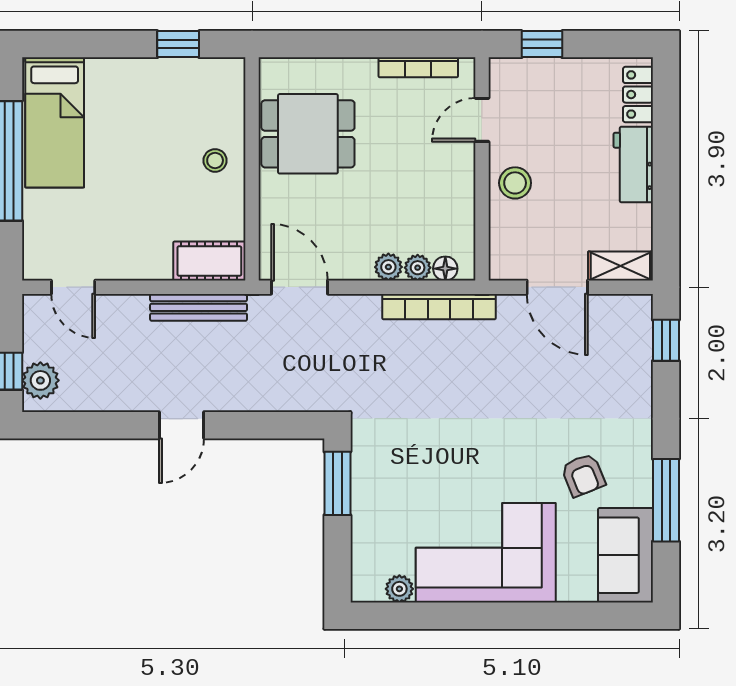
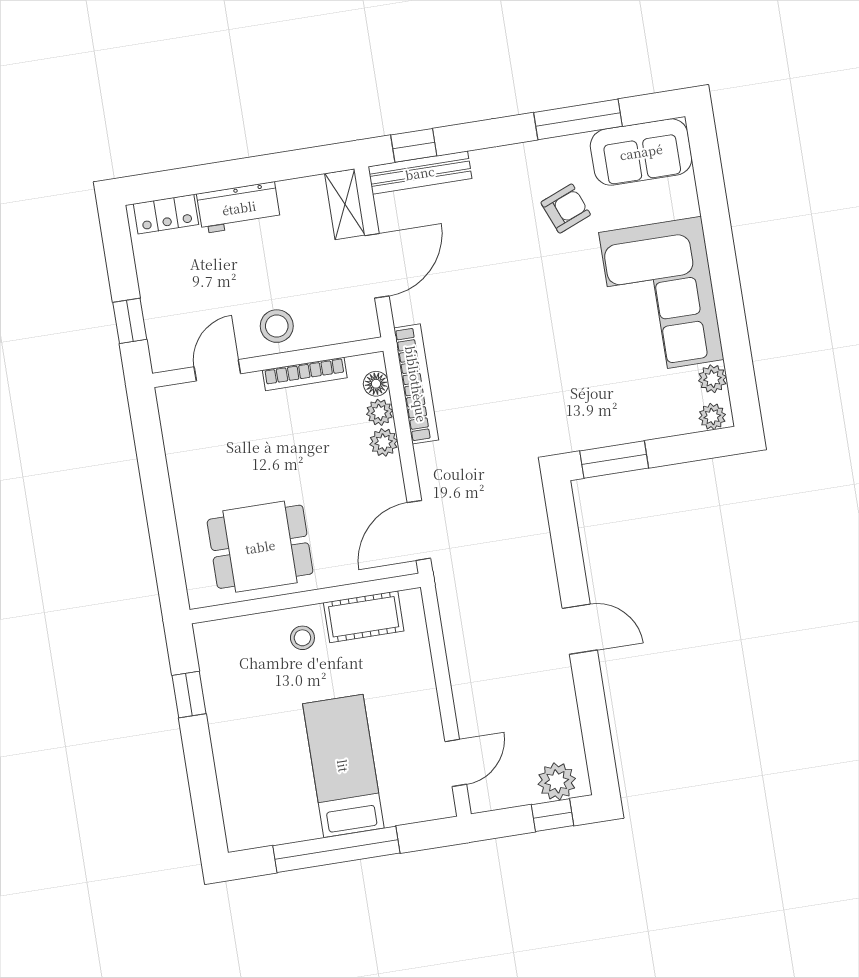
bookcase: (418, 67) -> (305, 374), moved, turned 90
door: (482, 120) -> (217, 370), swing flipped
bed: (55, 122) -> (343, 766), moved, turned -90
dining table: (308, 134) -> (260, 547), turned 90
cot: (209, 261) -> (364, 617), moved, turned 90
bench: (199, 307) -> (420, 173), moved, turned 90
plant: (364, 583) -> (712, 417), added

